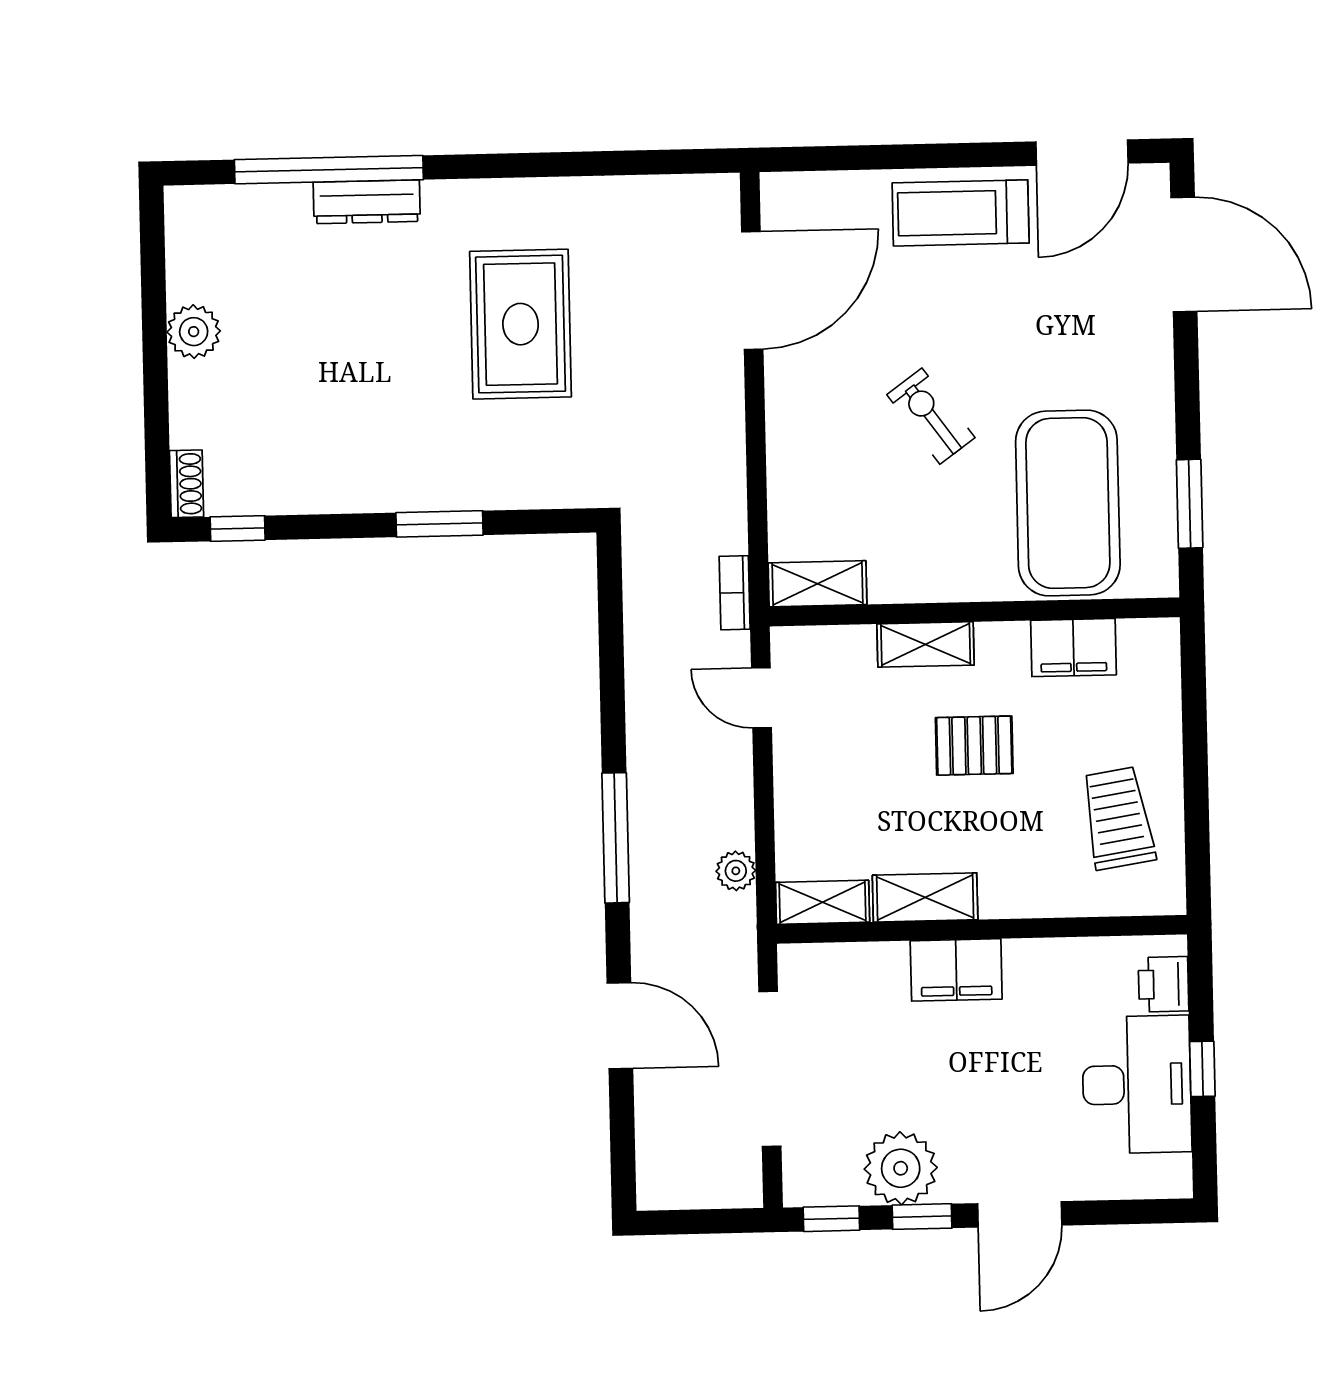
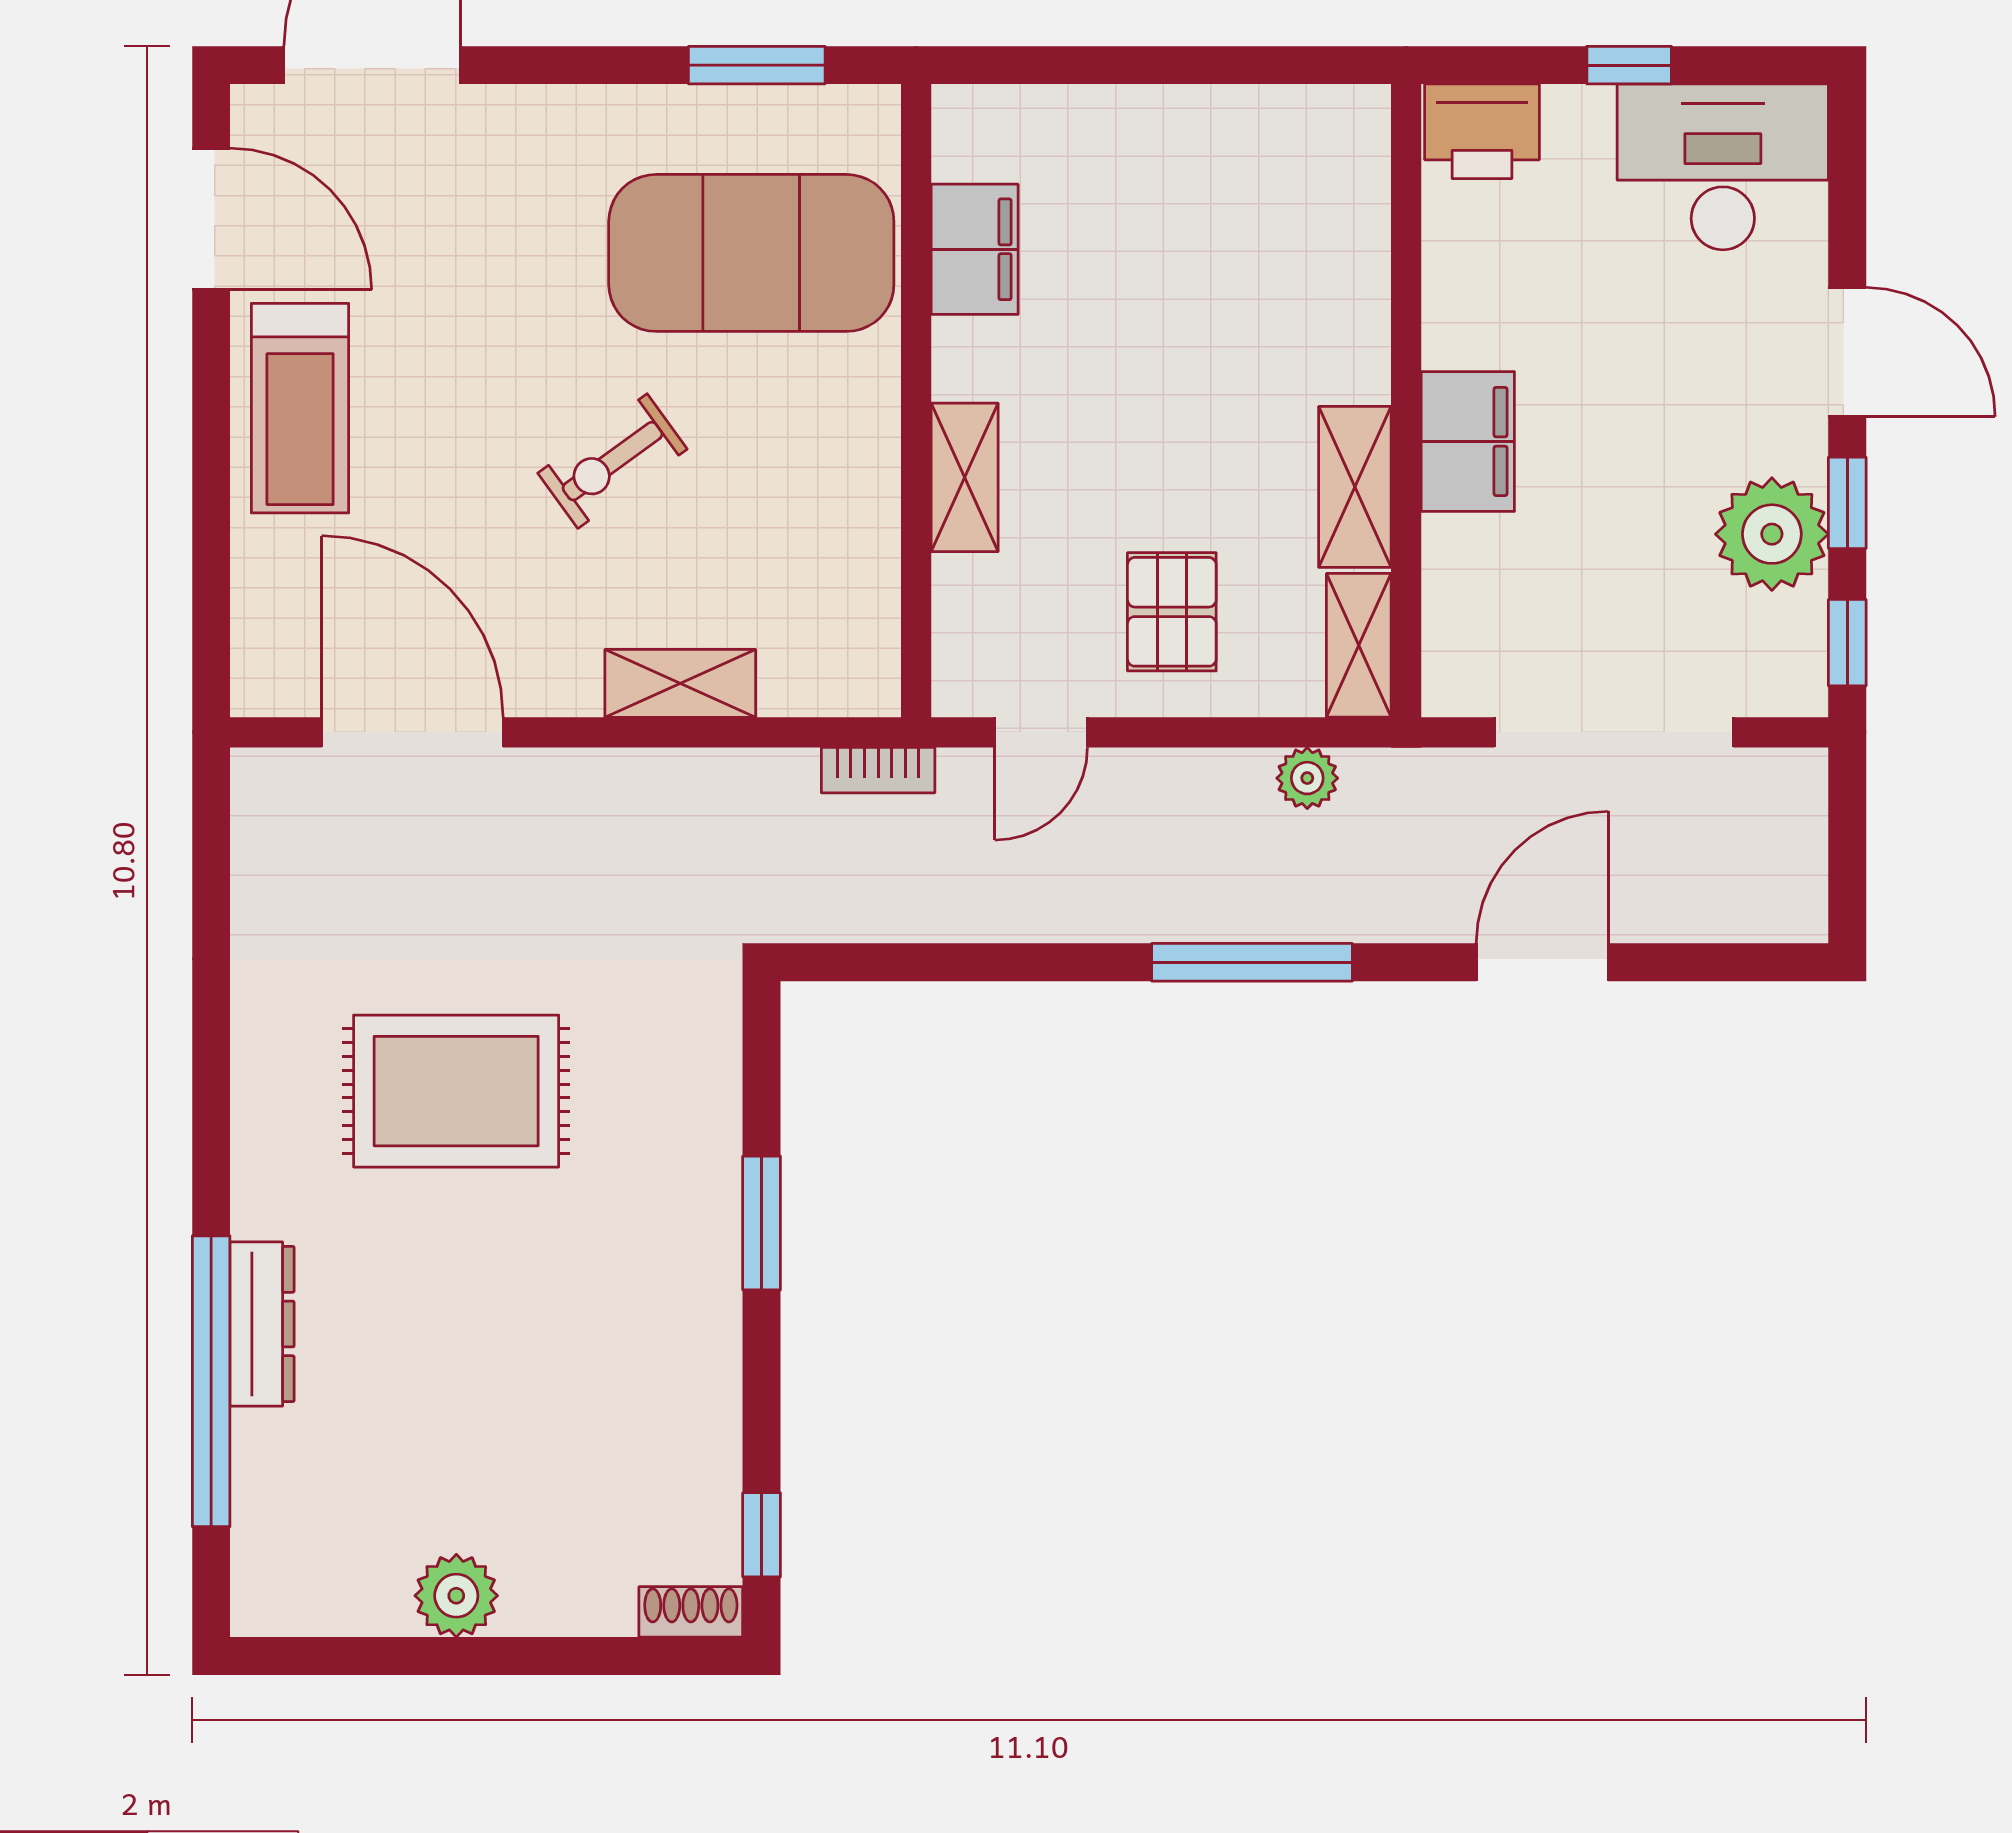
shelving: (818, 584) -> (680, 683), moved, turned 90
pallet: (974, 746) -> (1172, 612), moved
trolley: (1118, 818) -> (1239, 187), removed
printer: (1163, 984) -> (1482, 131), width x1.36, depth x1.24
desk: (1137, 1084) -> (1723, 167), moved

